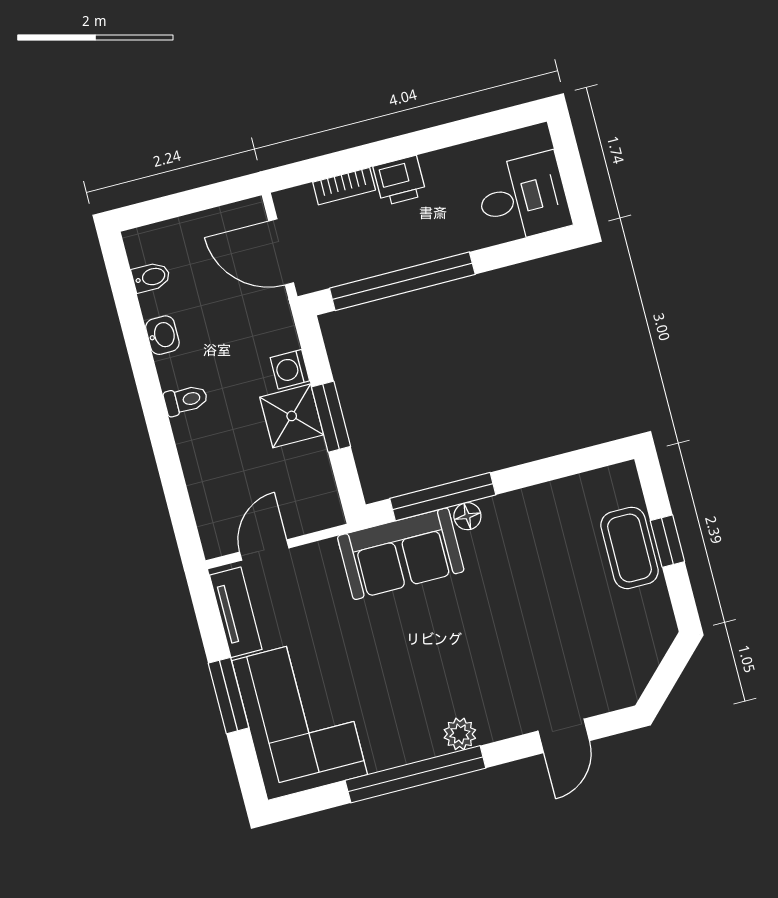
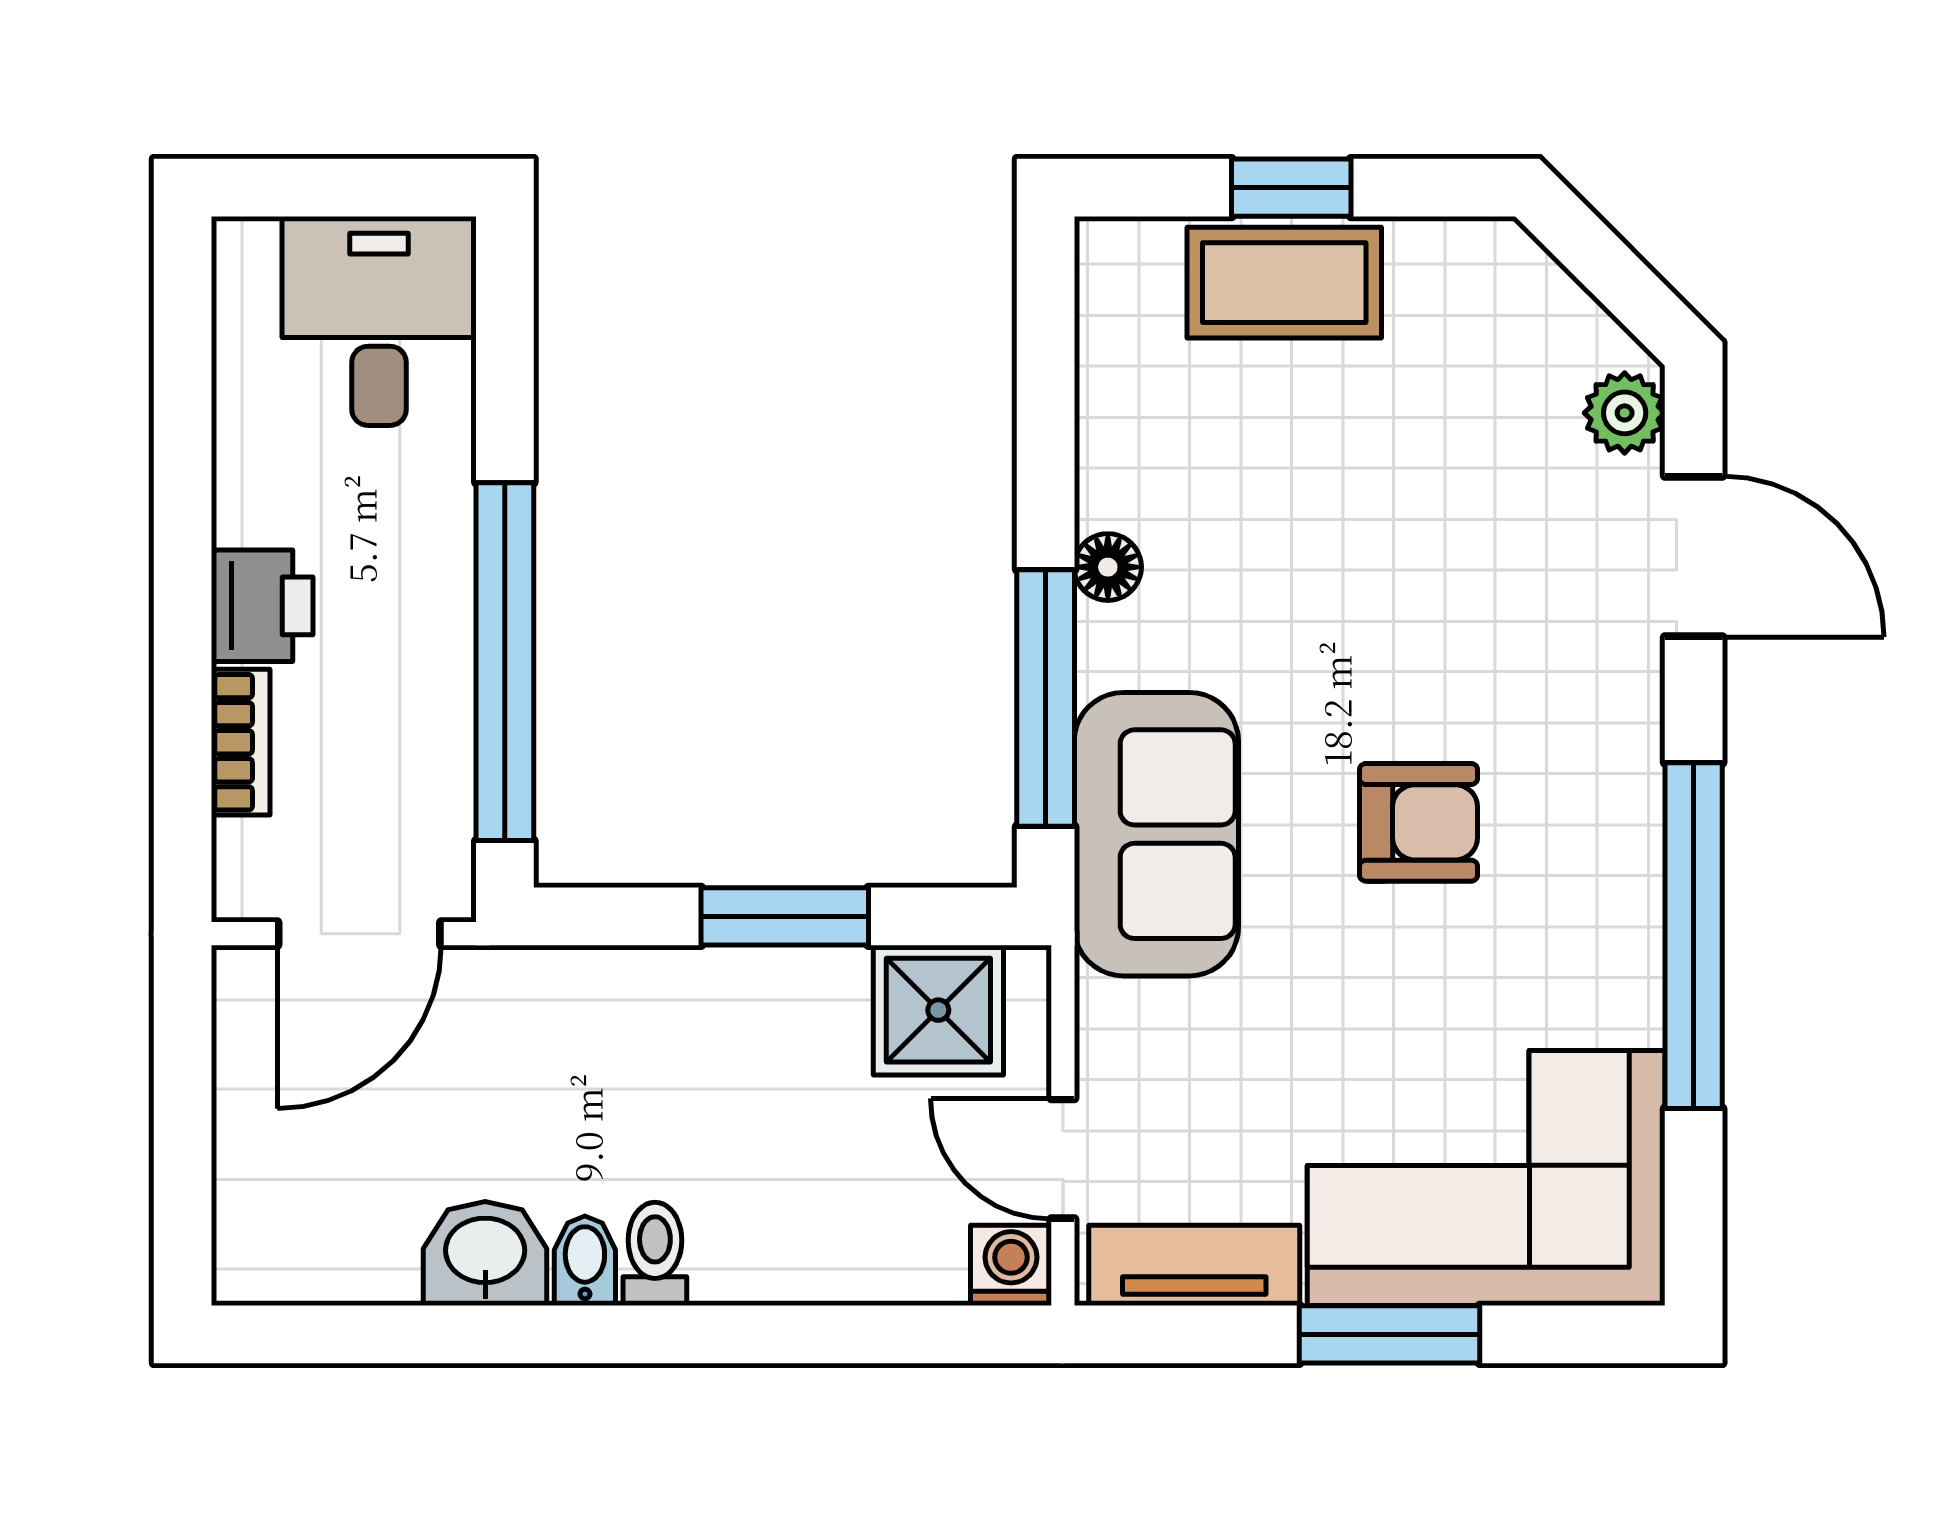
bidet: (151, 277) -> (585, 1261), moved
washbasin: (162, 335) -> (485, 1253), width x1.38, depth x1.45
washing machine: (290, 369) -> (1011, 1265), moved, turned 180
shower: (292, 416) -> (938, 1010), moved
floor lamp: (467, 516) -> (1108, 567), moved
armchair: (432, 655) -> (1419, 822), added
plant: (460, 734) -> (1625, 413), moved
door: (564, 736) -> (1694, 557), width x1.38

